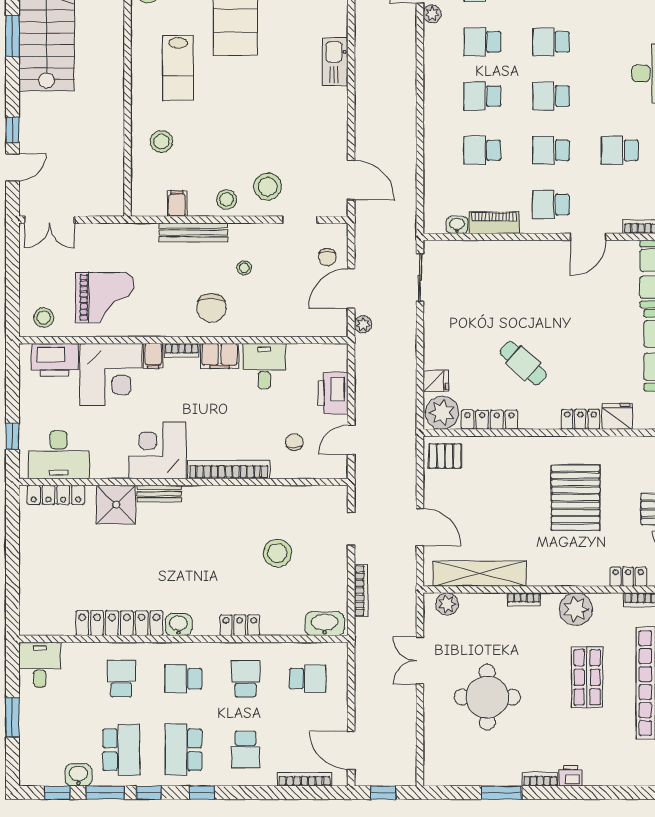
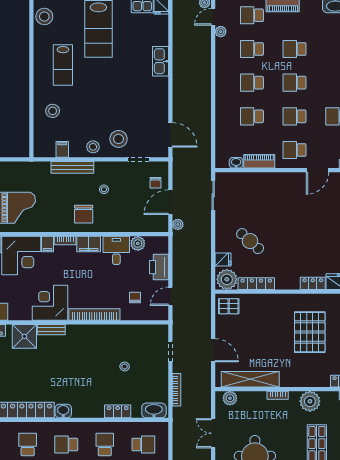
plant: (299, 355) -> (138, 243), added
cafe table: (523, 363) -> (250, 241), moved
stool: (277, 553) -> (125, 366), width x0.53, depth x0.53
locker: (240, 625) -> (118, 411), moved

